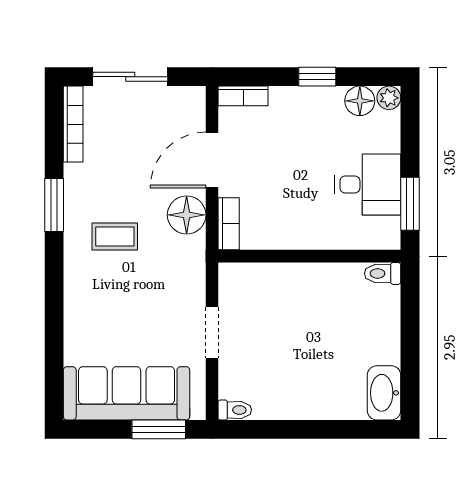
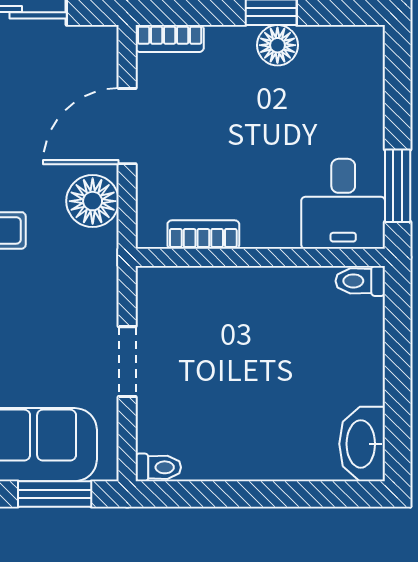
plant: (389, 98) -> (369, 41), removed
floor lamp: (360, 101) -> (277, 45), moved
desk: (368, 184) -> (343, 204), moved, turned 90
bookcase: (229, 224) -> (203, 235), moved, turned -90

